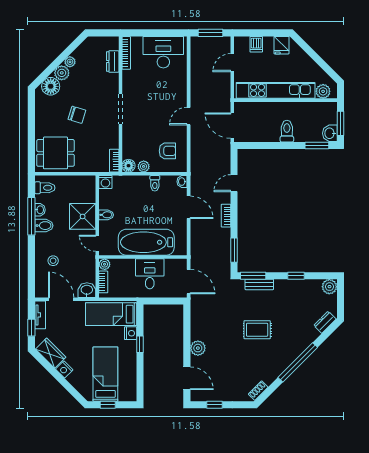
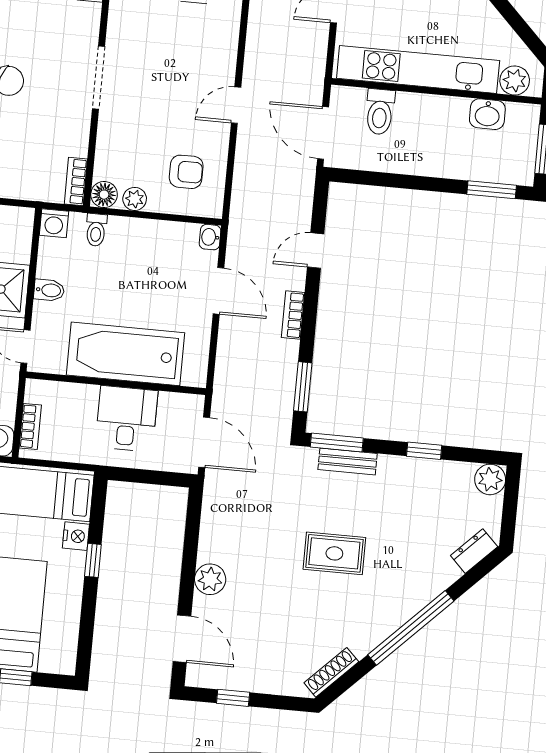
toilet: (287, 131) -> (380, 112), moved, turned 180
washbasin: (330, 133) -> (487, 114), moved, turned -90
toilet: (155, 183) -> (96, 230), moved
plant: (105, 264) -> (36, 391), removed
shoe rack: (258, 391) -> (331, 672), width x1.43

